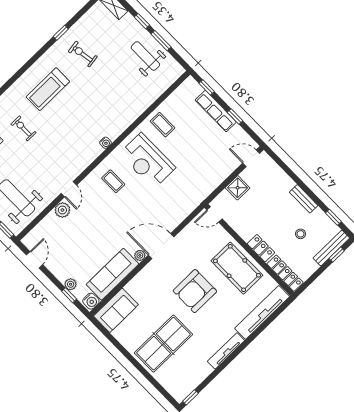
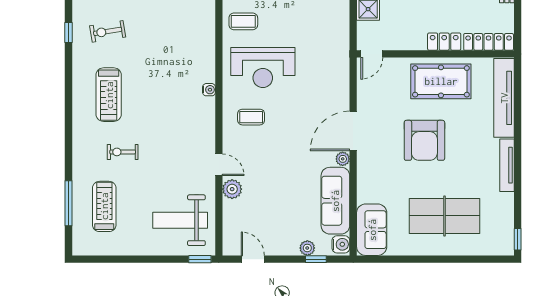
table tennis table: (163, 344) -> (445, 216), turned 90

